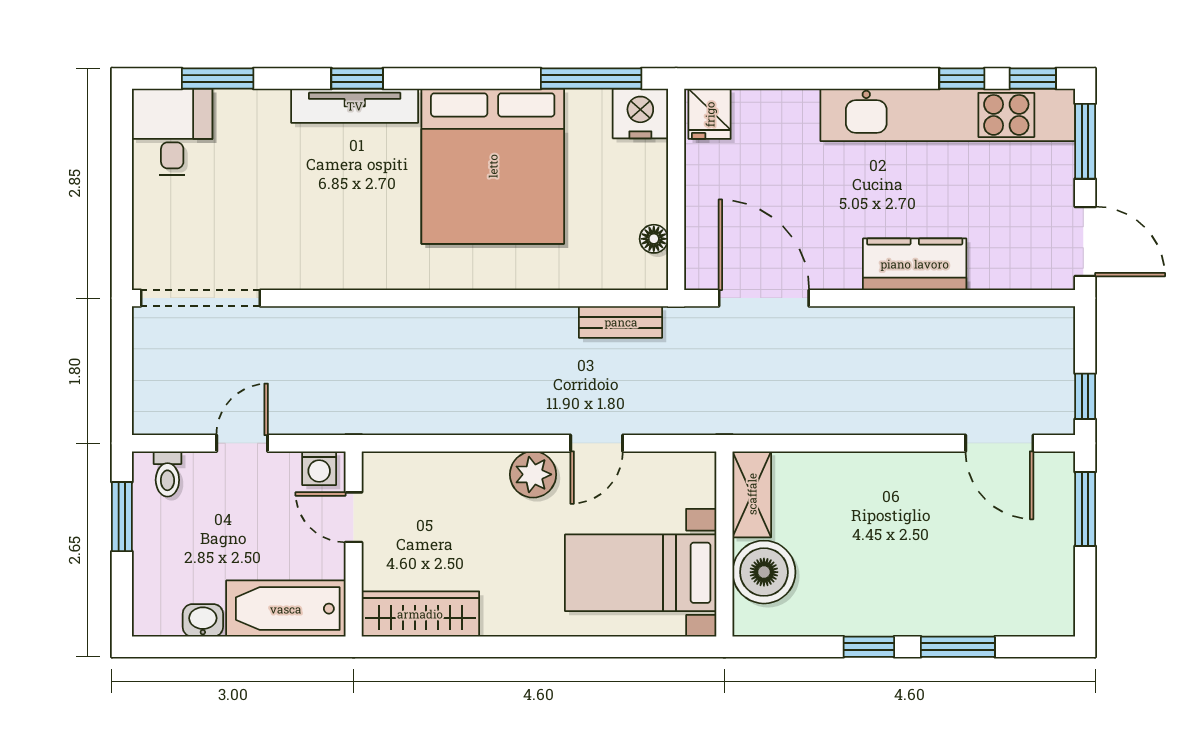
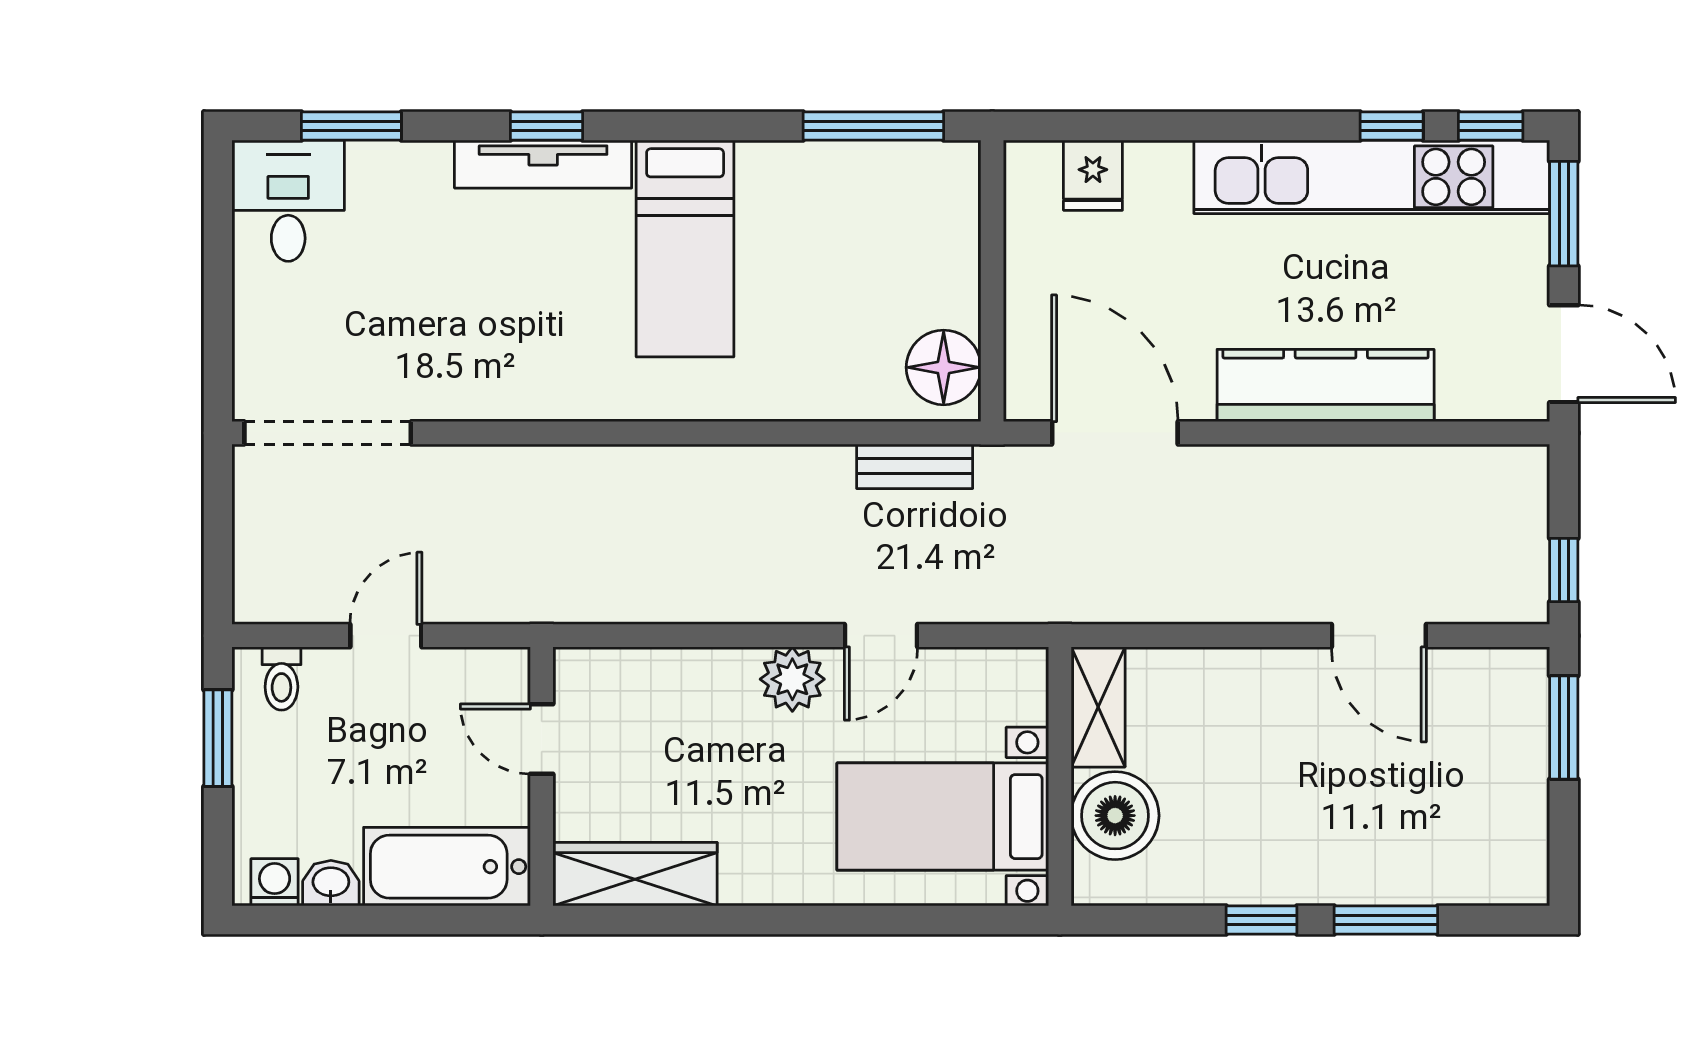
nightstand: (640, 113) -> (942, 175), removed
fridge: (710, 114) -> (1093, 175), moved
bed: (493, 166) -> (685, 248), width x0.49
floor lamp: (654, 239) -> (944, 367), width x1.89, depth x1.89
kitchen counter: (915, 264) -> (1326, 385), width x1.50
door: (999, 443) -> (1379, 636), moved
washing machine: (319, 468) -> (275, 882), moved, turned 180

